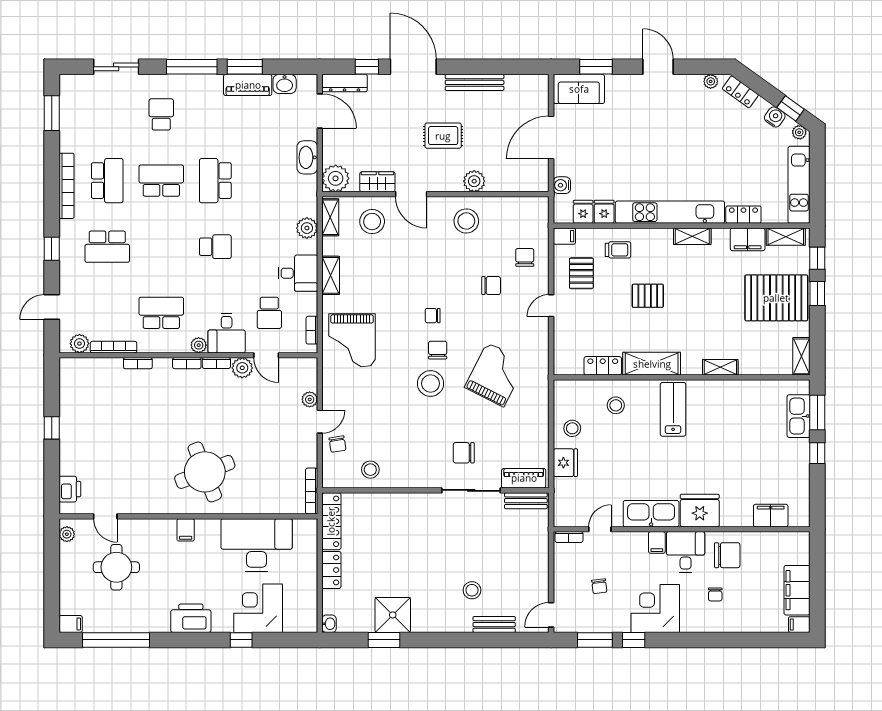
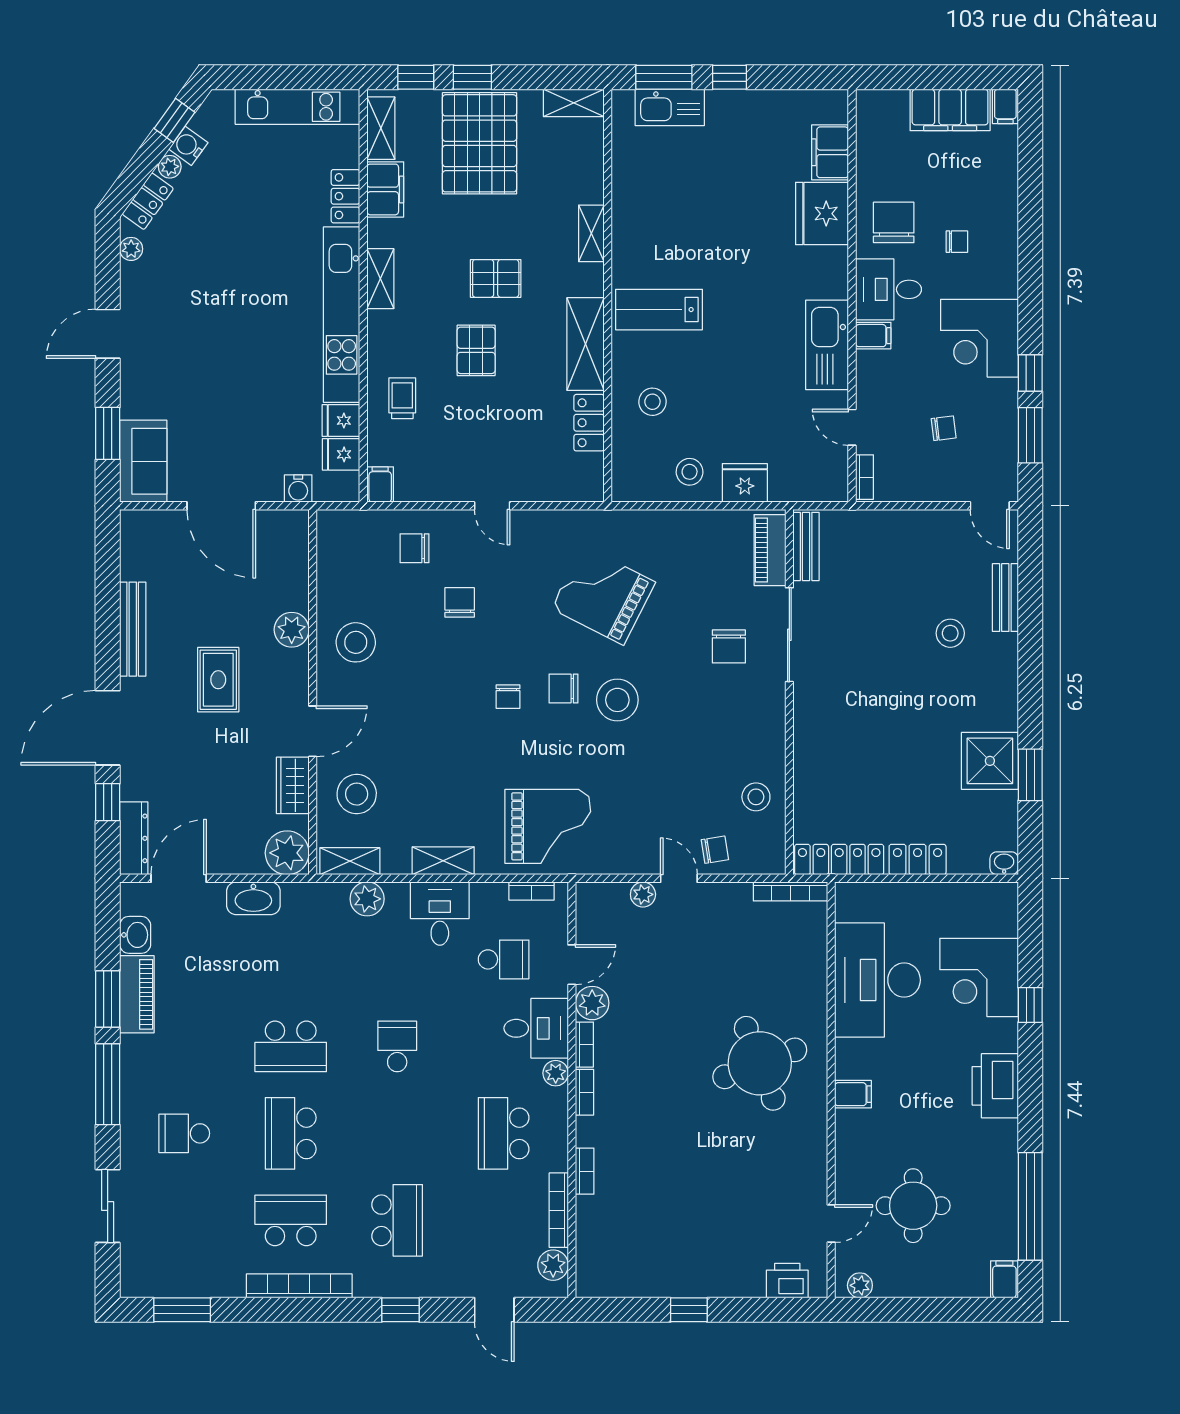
plant: (799, 132) -> (170, 167), moved
pallet: (581, 273) -> (496, 278), moved
fridge: (700, 511) -> (822, 214), moved

